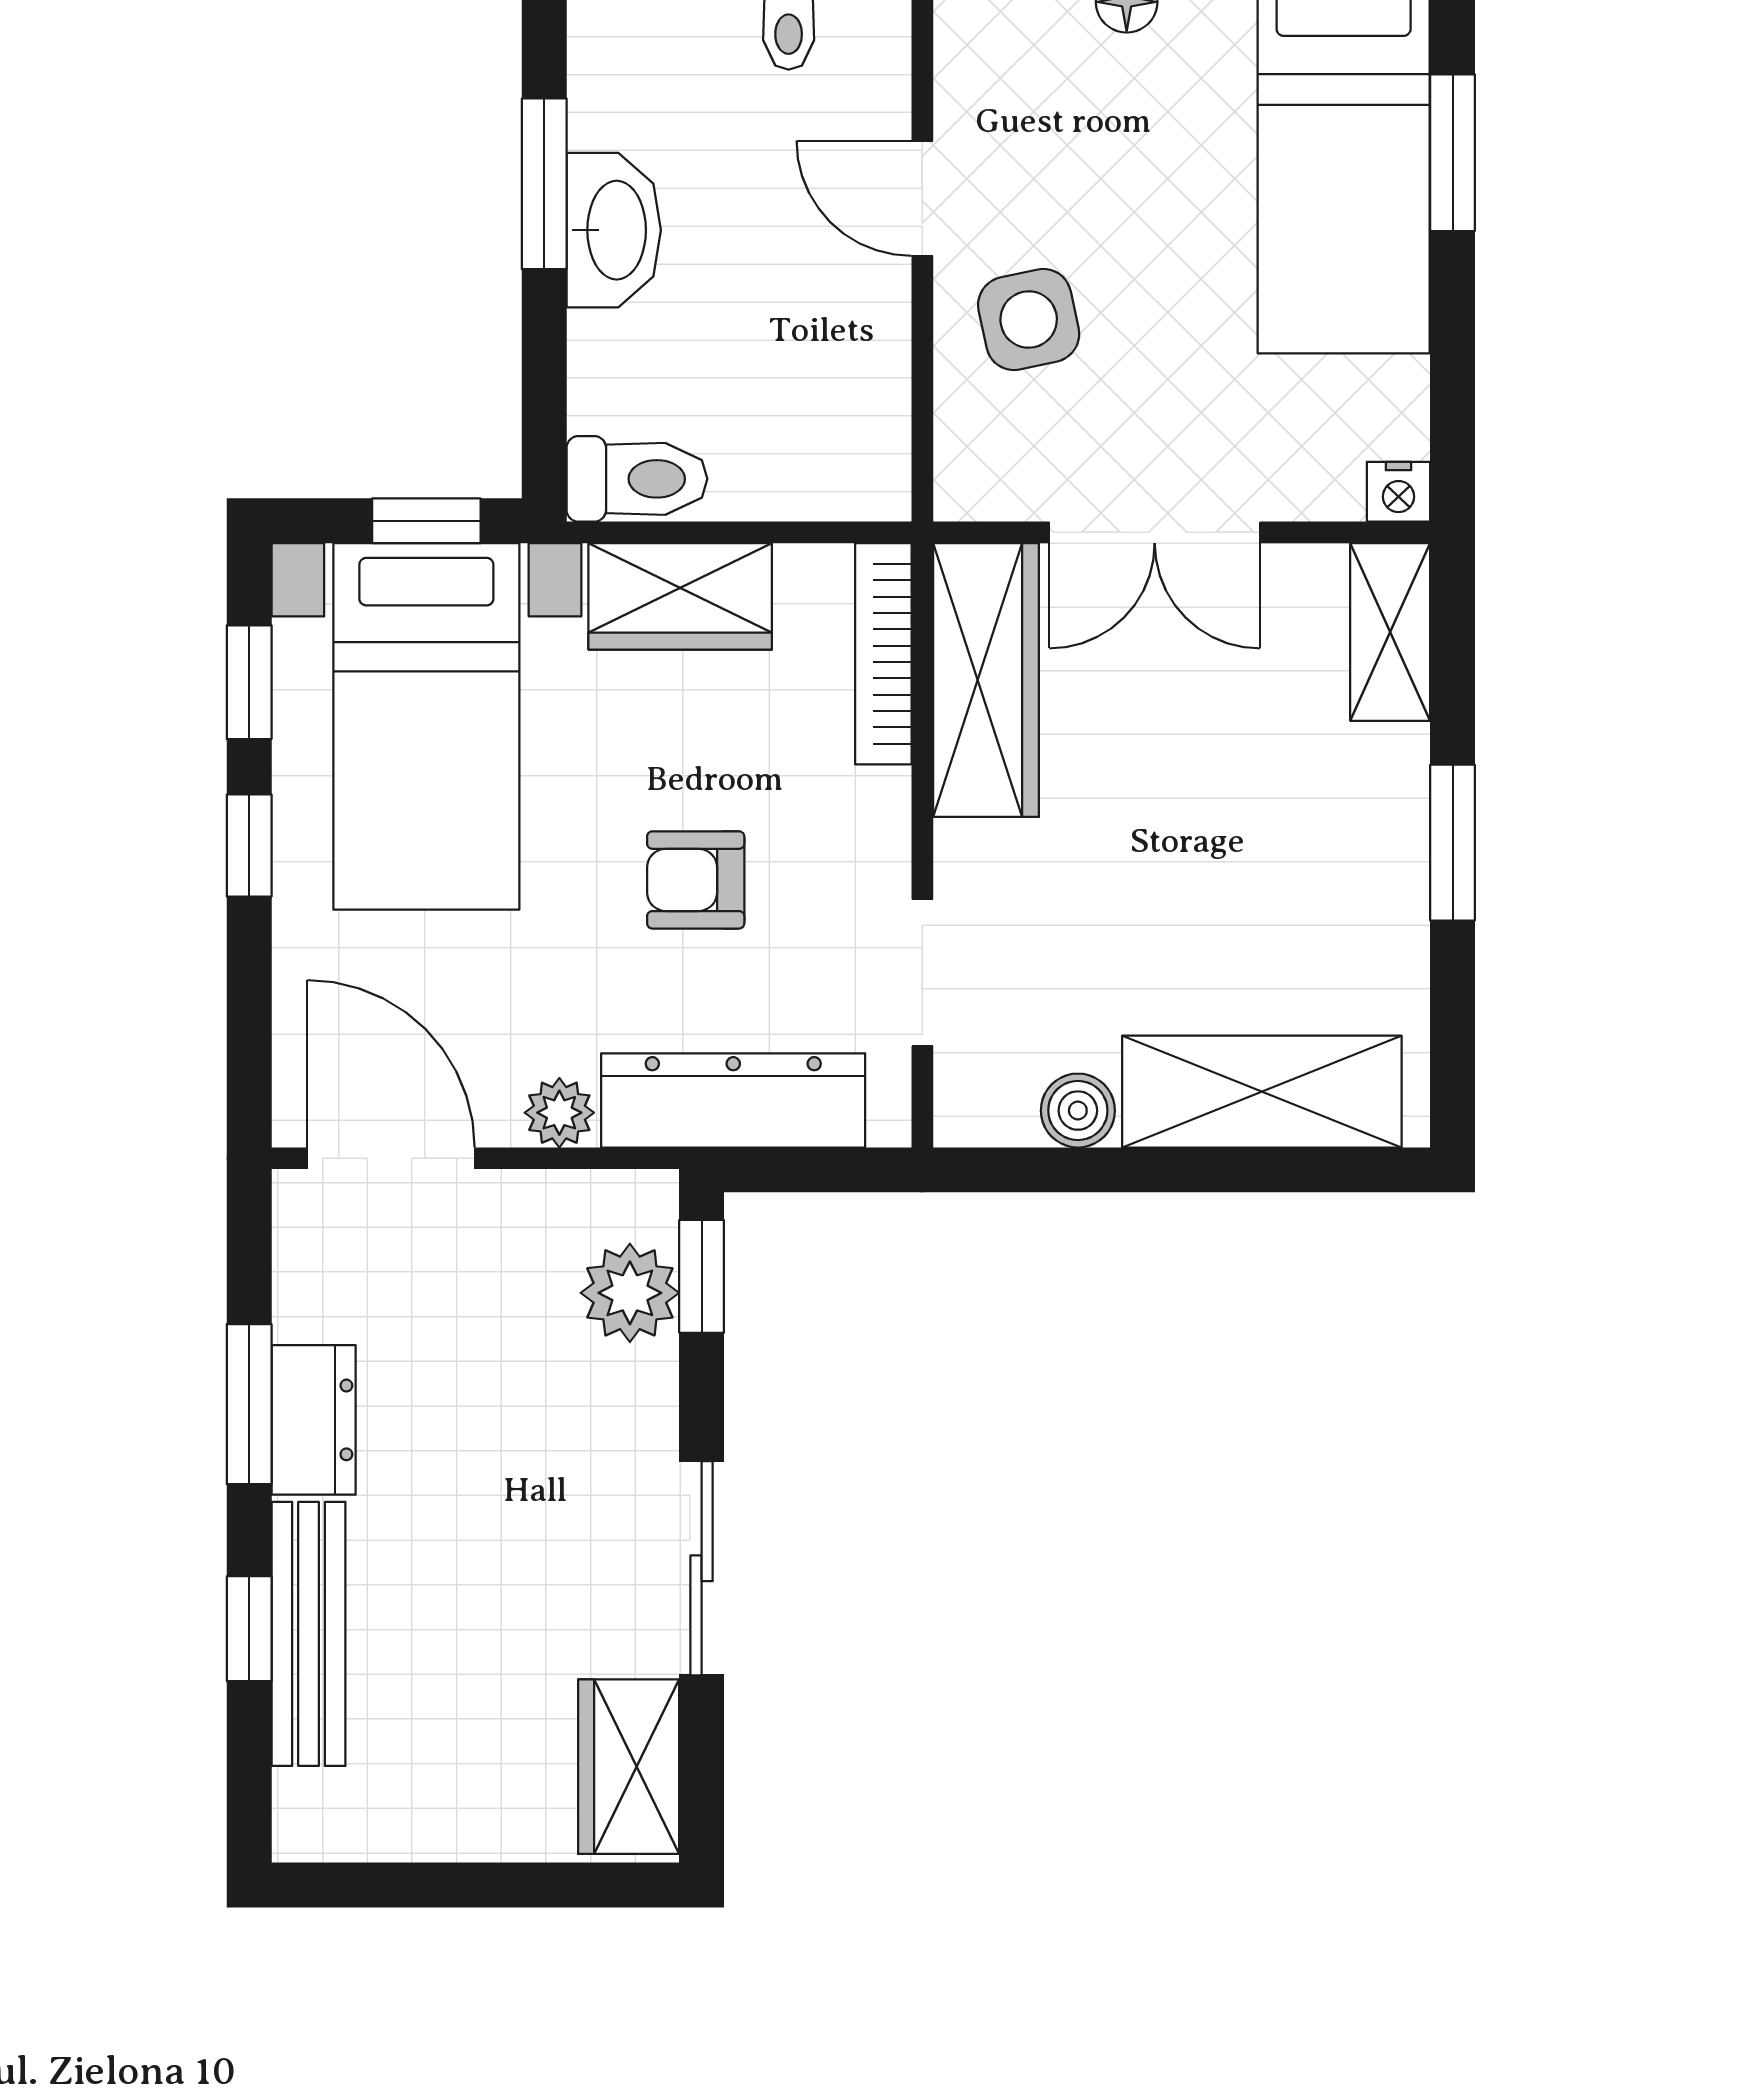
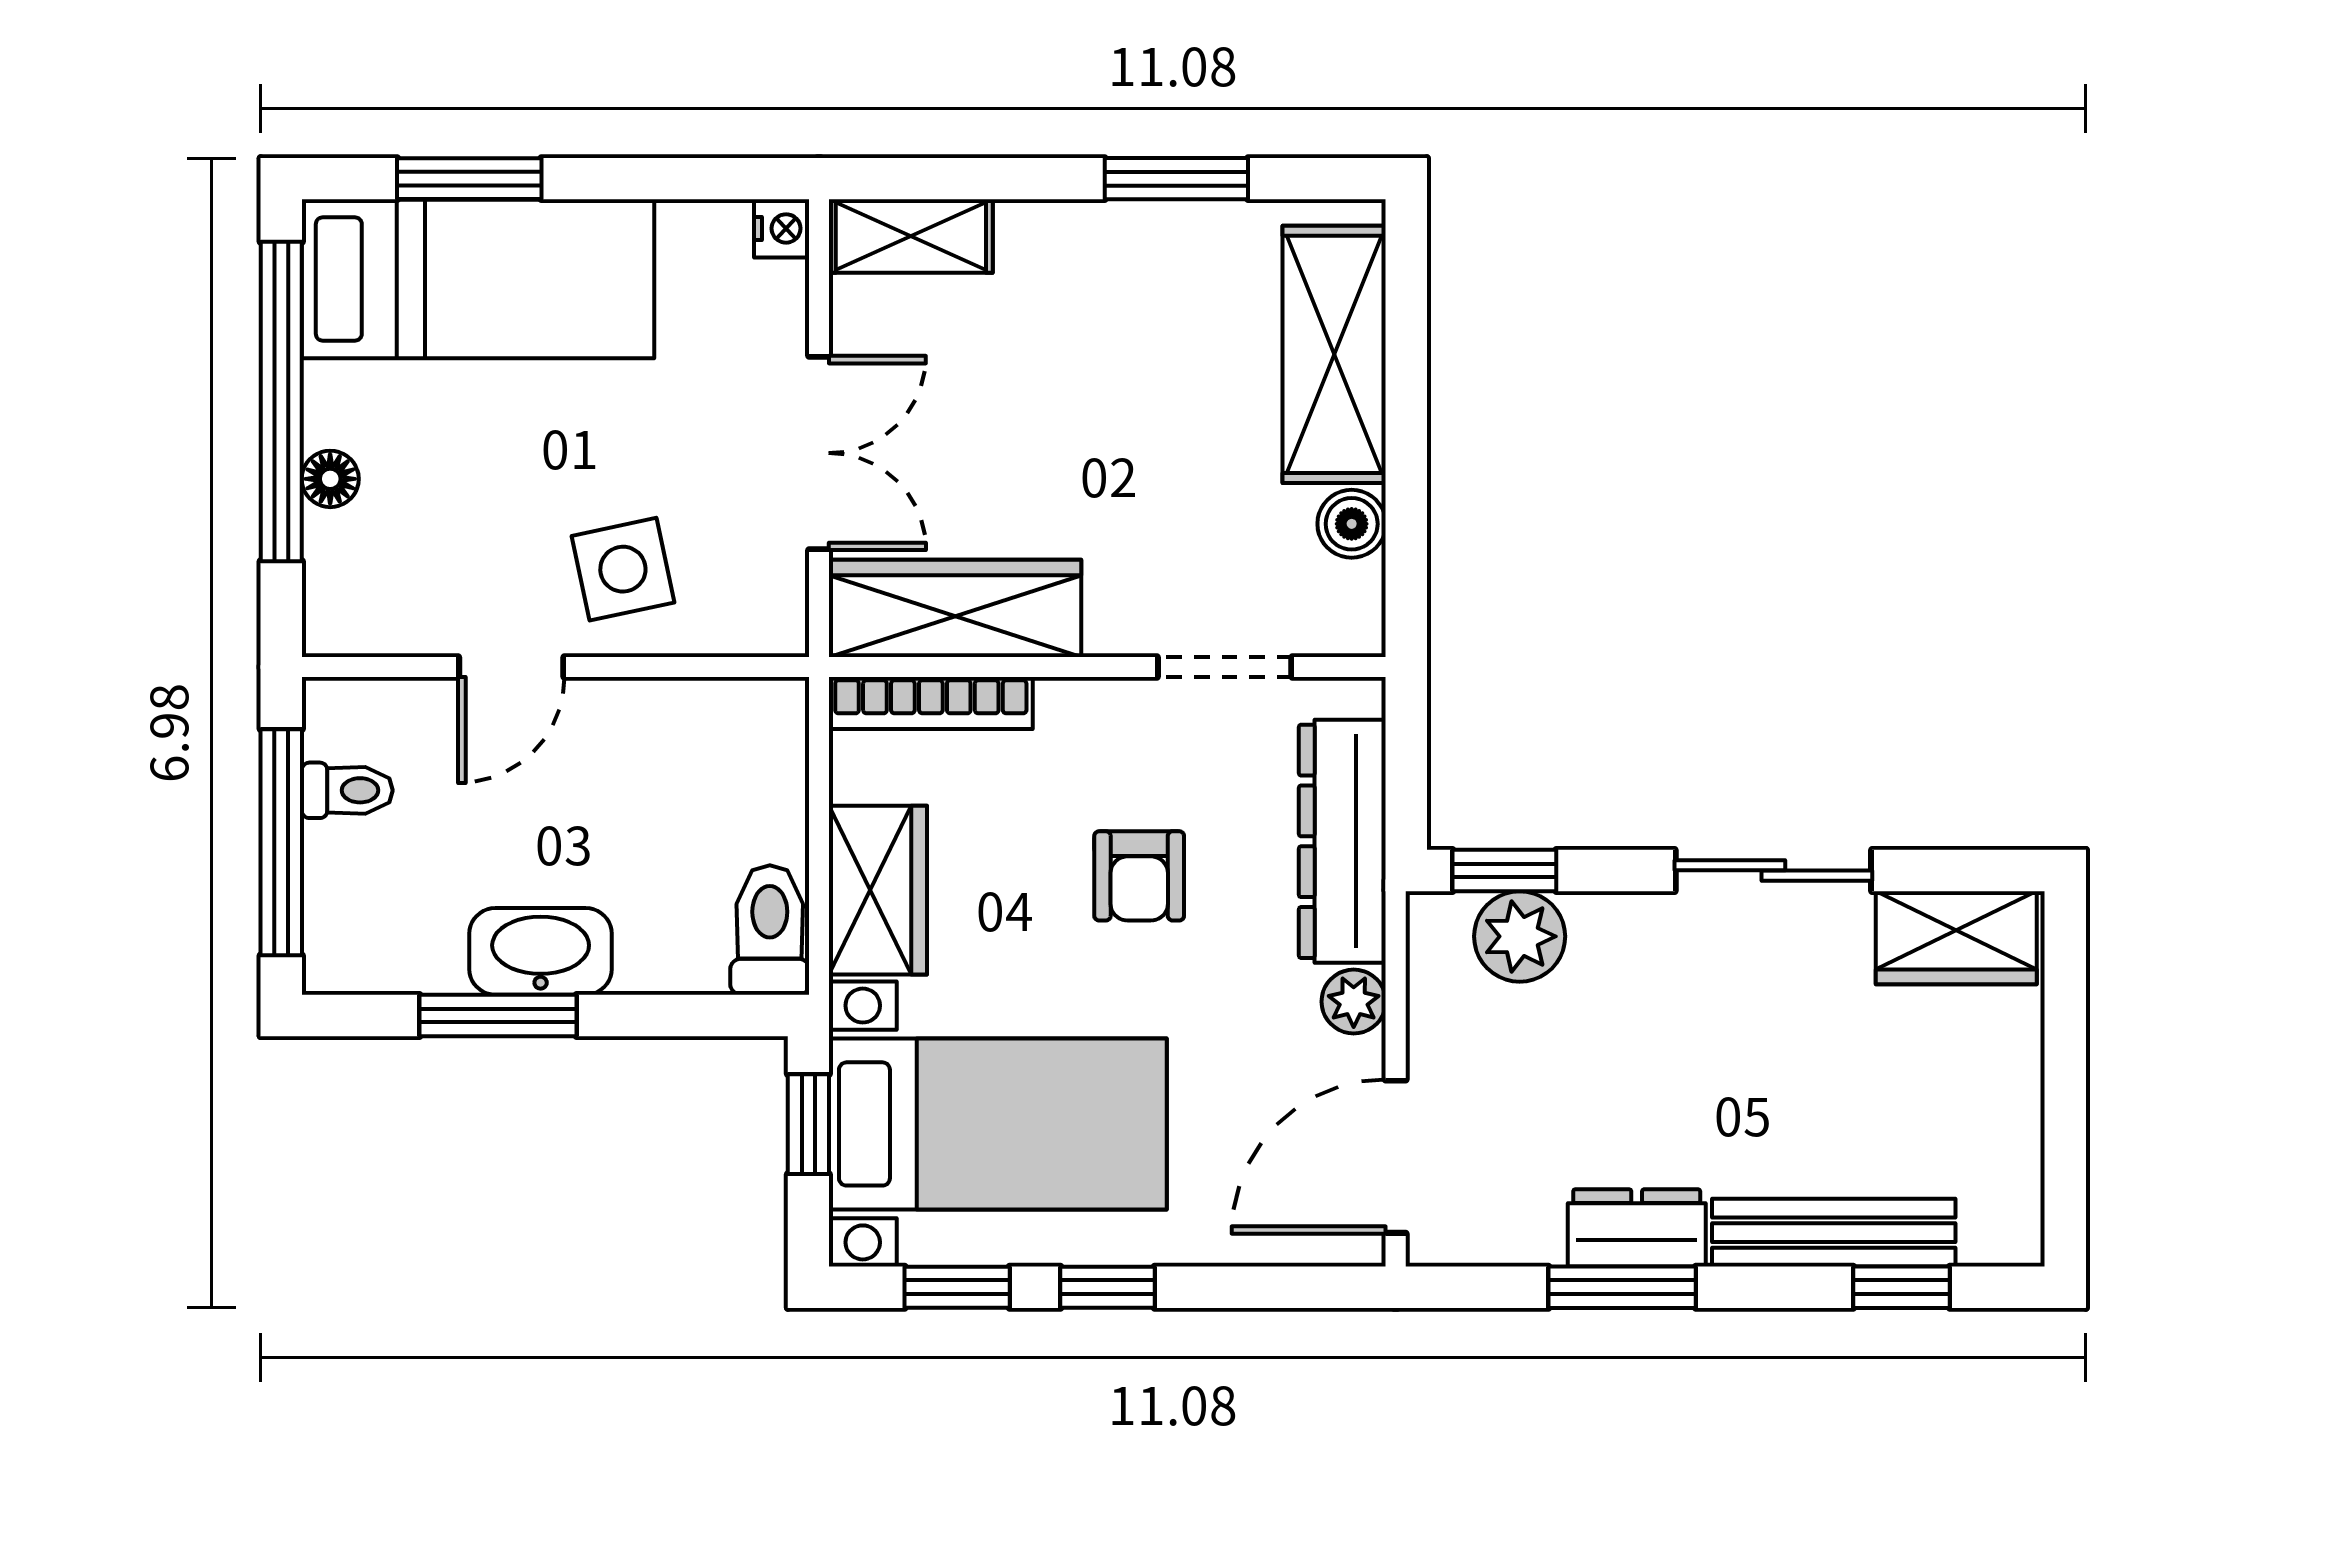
window: (1453, 843) -> (1176, 179), moved
window: (249, 1629) -> (1901, 1287), moved

